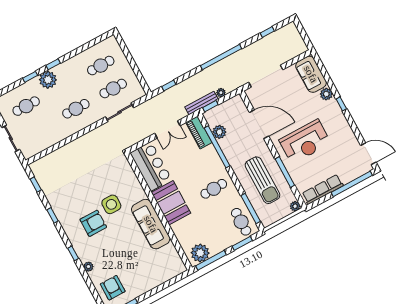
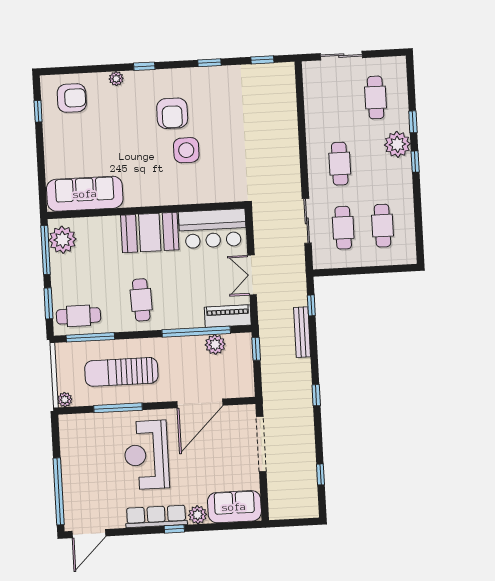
window: (221, 57) -> (316, 395), width x0.32
plant: (221, 93) -> (268, 372), removed
bench: (201, 103) -> (302, 332), moved
row of seats: (323, 189) -> (156, 516), moved, turned -90
sofa: (151, 224) -> (85, 194), moved

